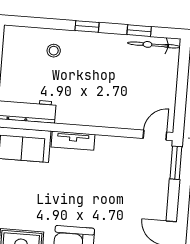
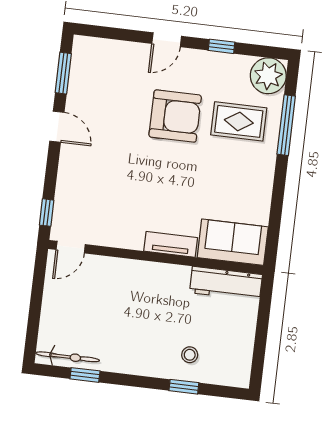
window: (87, 27) -> (184, 387), moved
window: (176, 163) -> (47, 213), width x0.67

